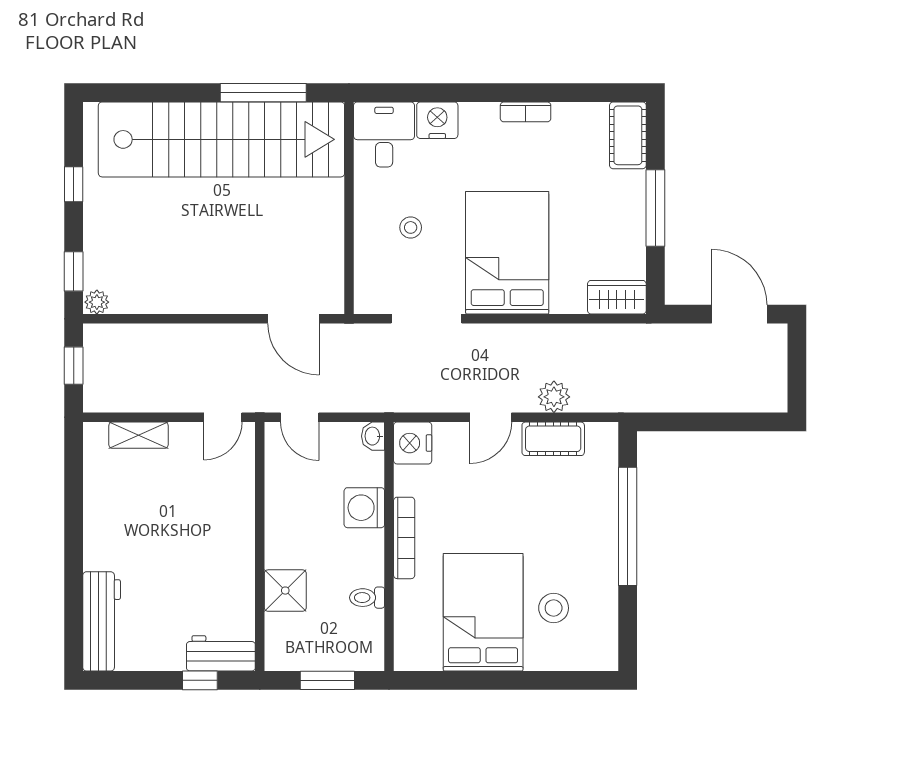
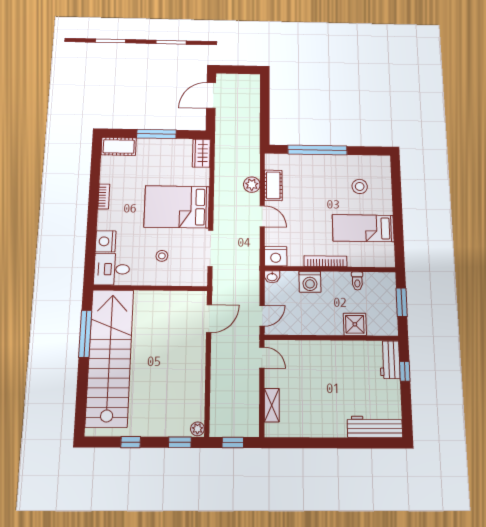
bed: (483, 612) -> (363, 228), width x0.67

